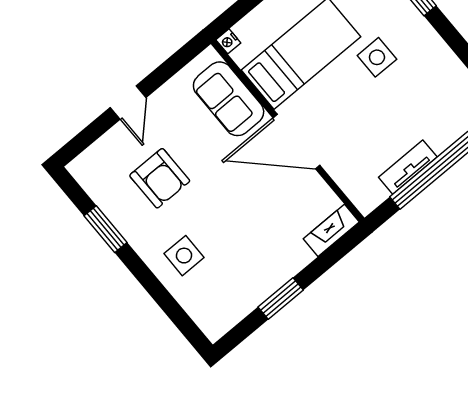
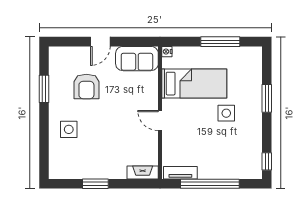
sofa: (229, 99) -> (137, 59), moved, turned -90
door: (296, 142) -> (160, 121), width x0.53
tv unit: (408, 167) -> (180, 173), moved

